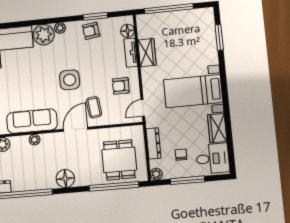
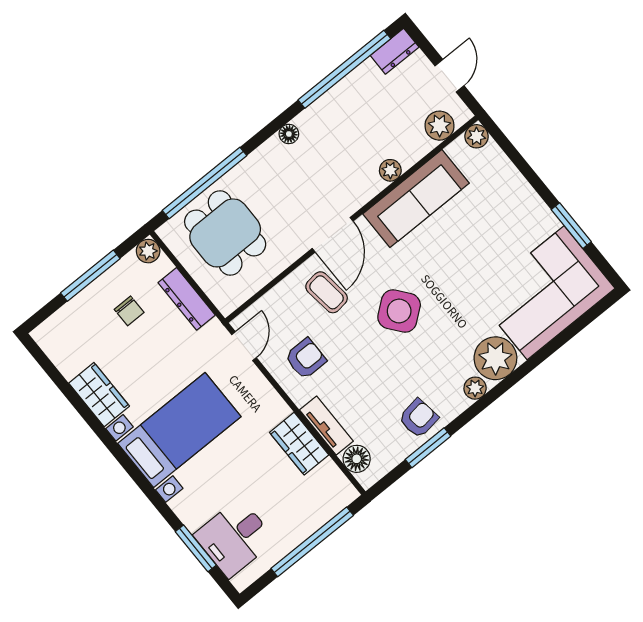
side table: (70, 80) -> (399, 311), turned -38
desk: (213, 159) -> (234, 538), moved
floor lamp: (65, 179) -> (289, 134), width x0.53, depth x0.53

